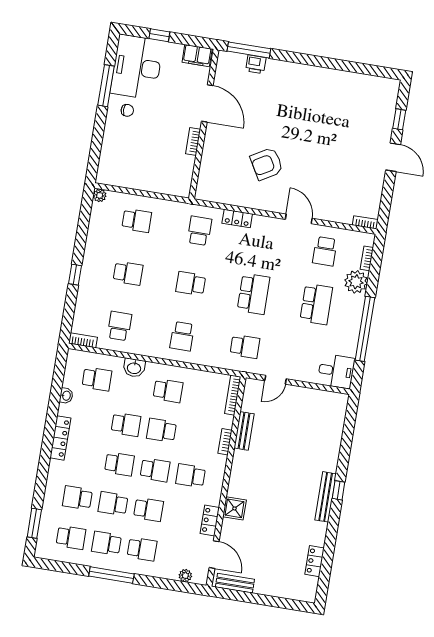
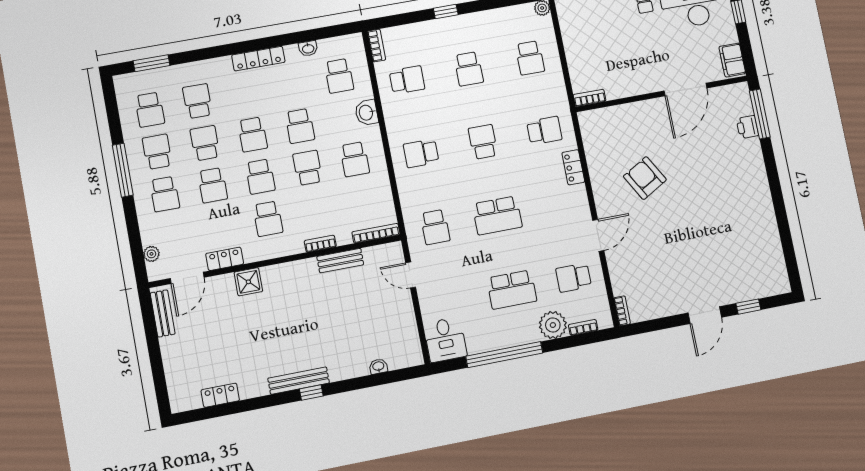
bookcase: (193, 142) -> (589, 98), moved
washbasin: (338, 431) -> (378, 366), added
school desk: (191, 476) -> (268, 219), turned 180

